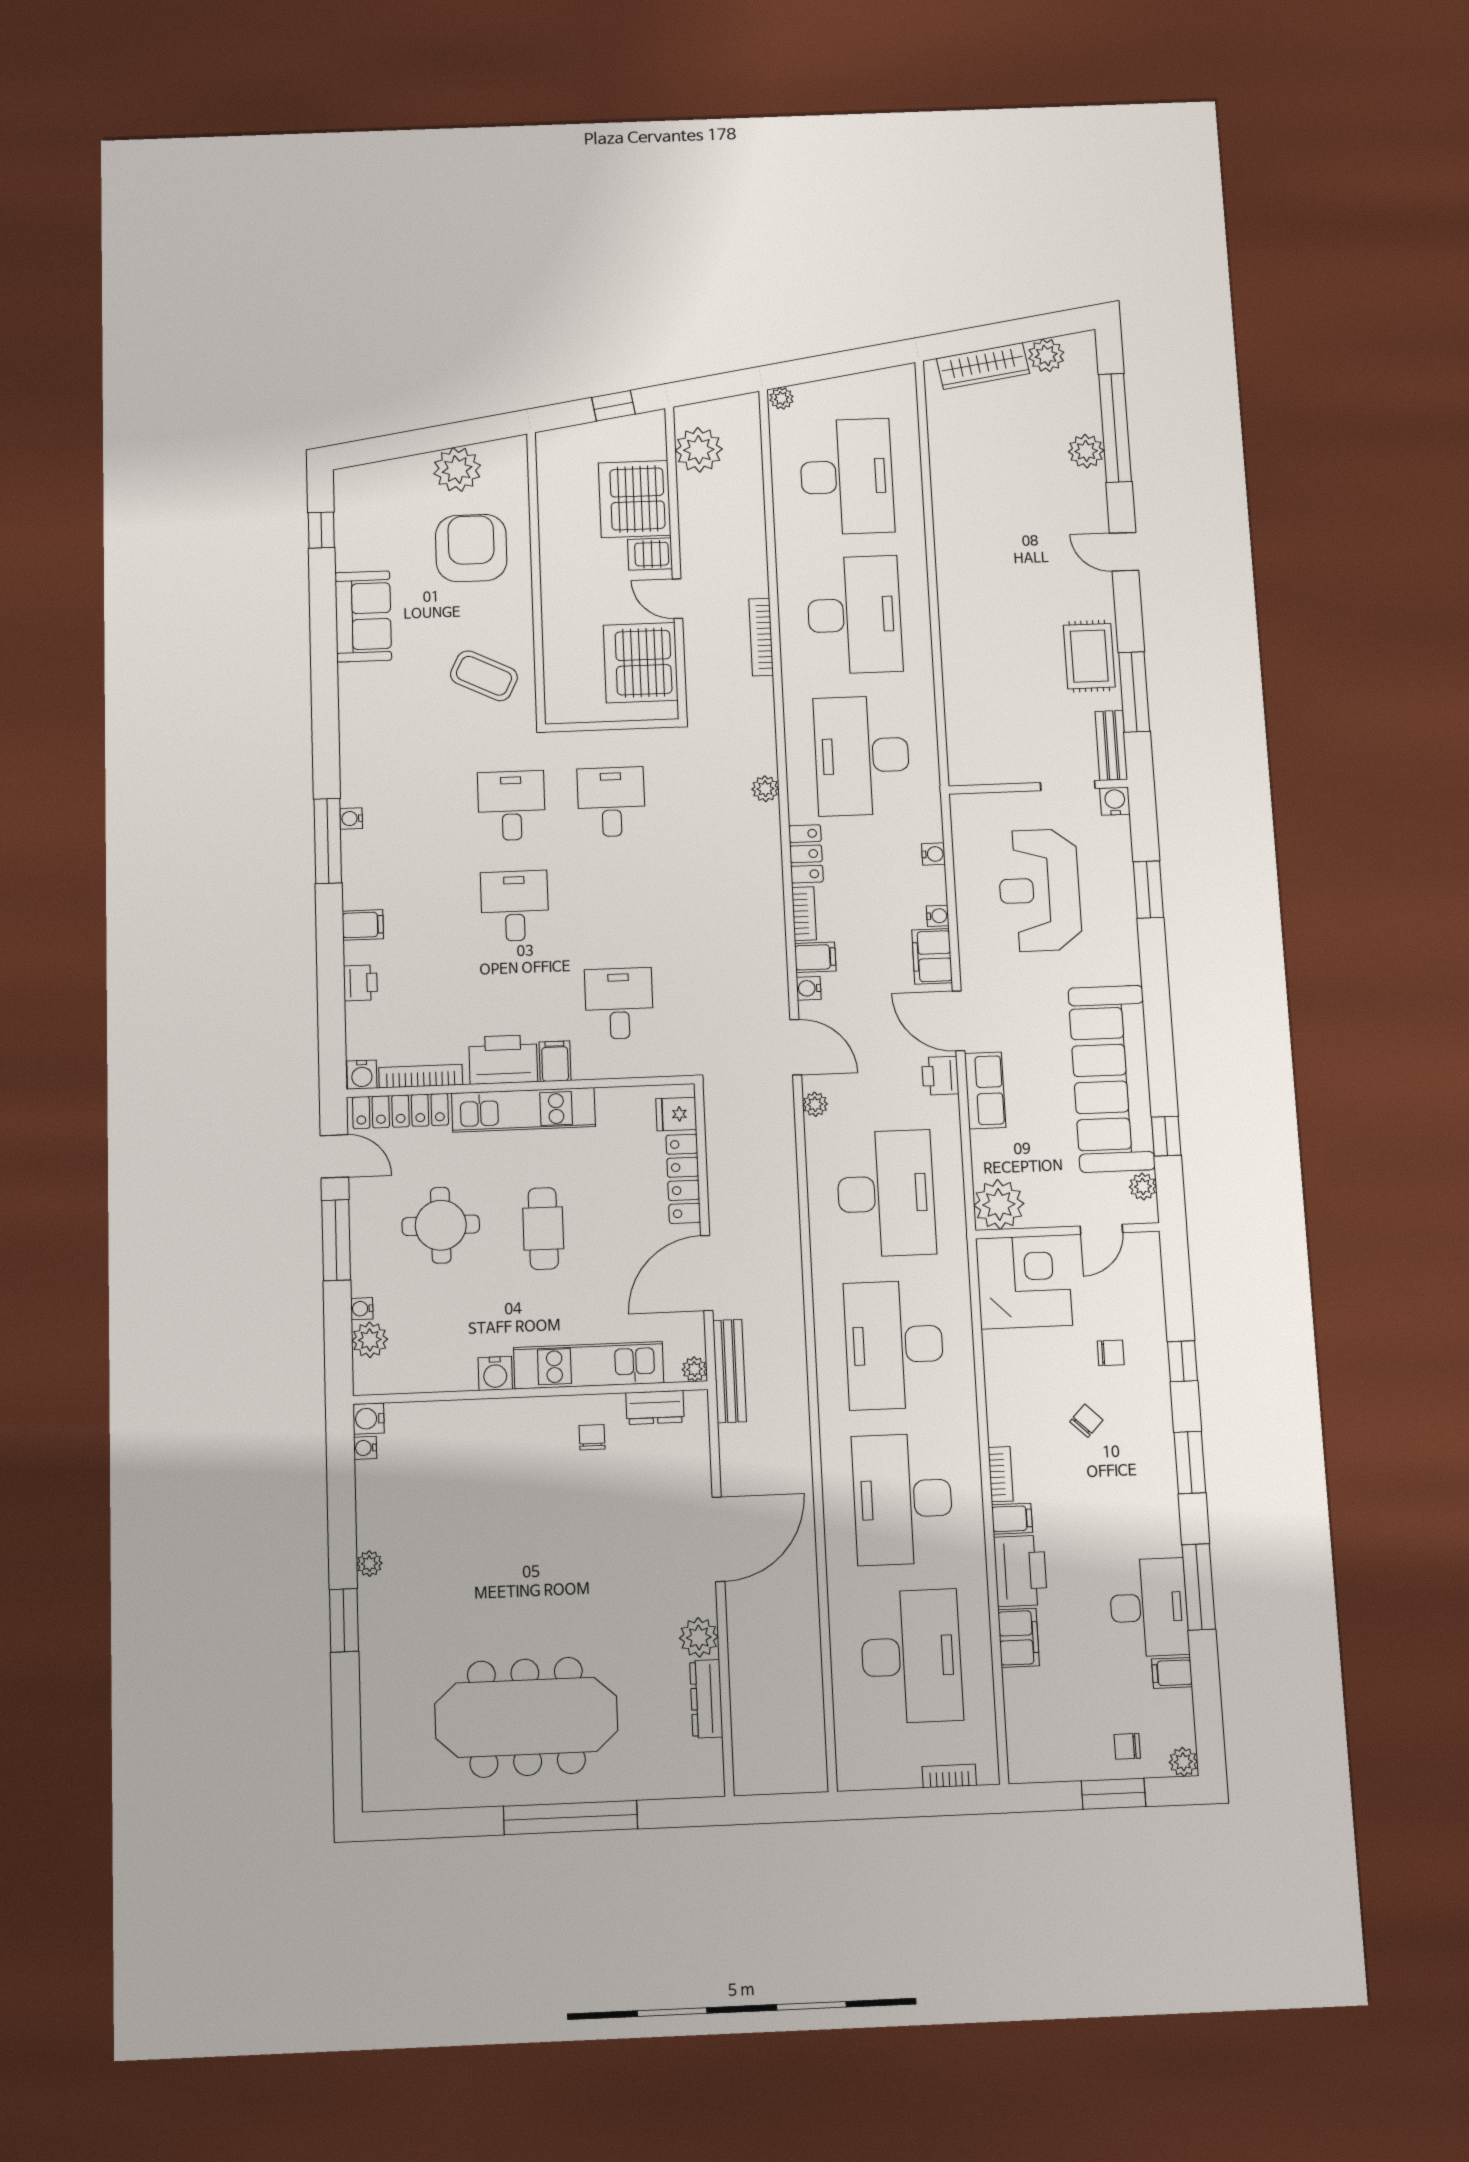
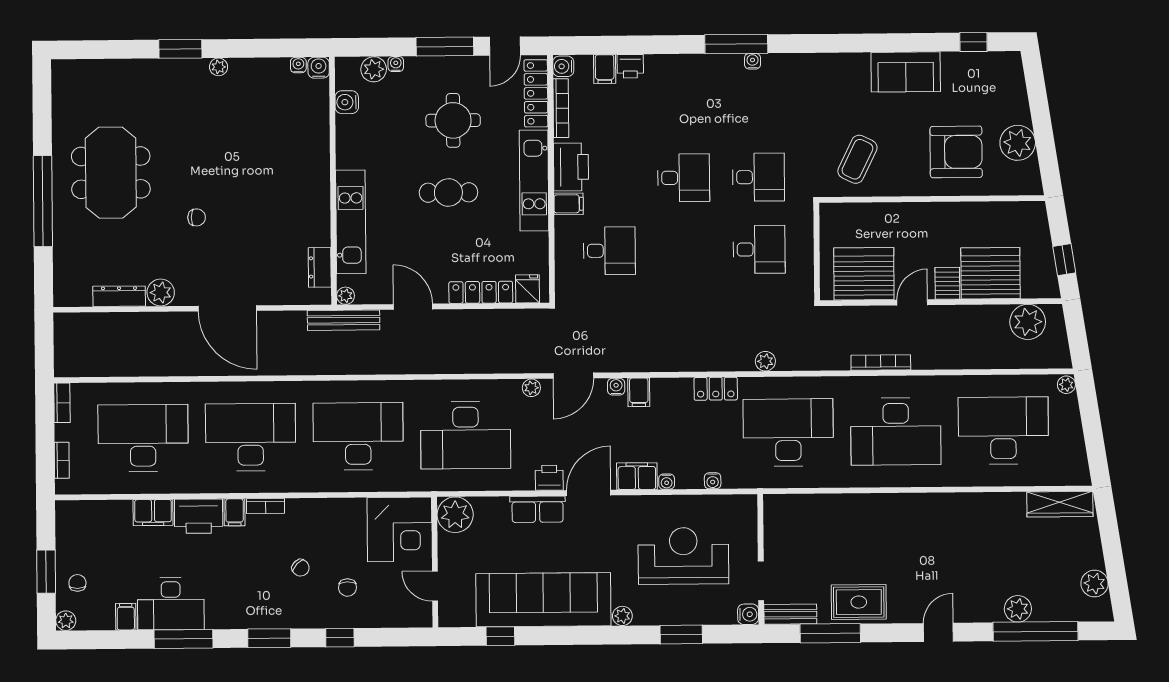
wardrobe: (983, 366) -> (1060, 504), moved, turned -81
desk: (847, 477) -> (1003, 431), turned 180
bookcase: (804, 914) -> (62, 403), moved, turned -90
filing cabinet: (363, 925) -> (605, 69), moved
plant: (1143, 1187) -> (622, 616), moved
door: (707, 1273) -> (413, 307), width x0.73
water cooler: (495, 1373) -> (347, 102), moved
chair: (592, 1437) -> (197, 217), moved
desk: (911, 1656) -> (143, 438), turned 180
meeting table: (526, 1717) -> (111, 173), width x0.73

